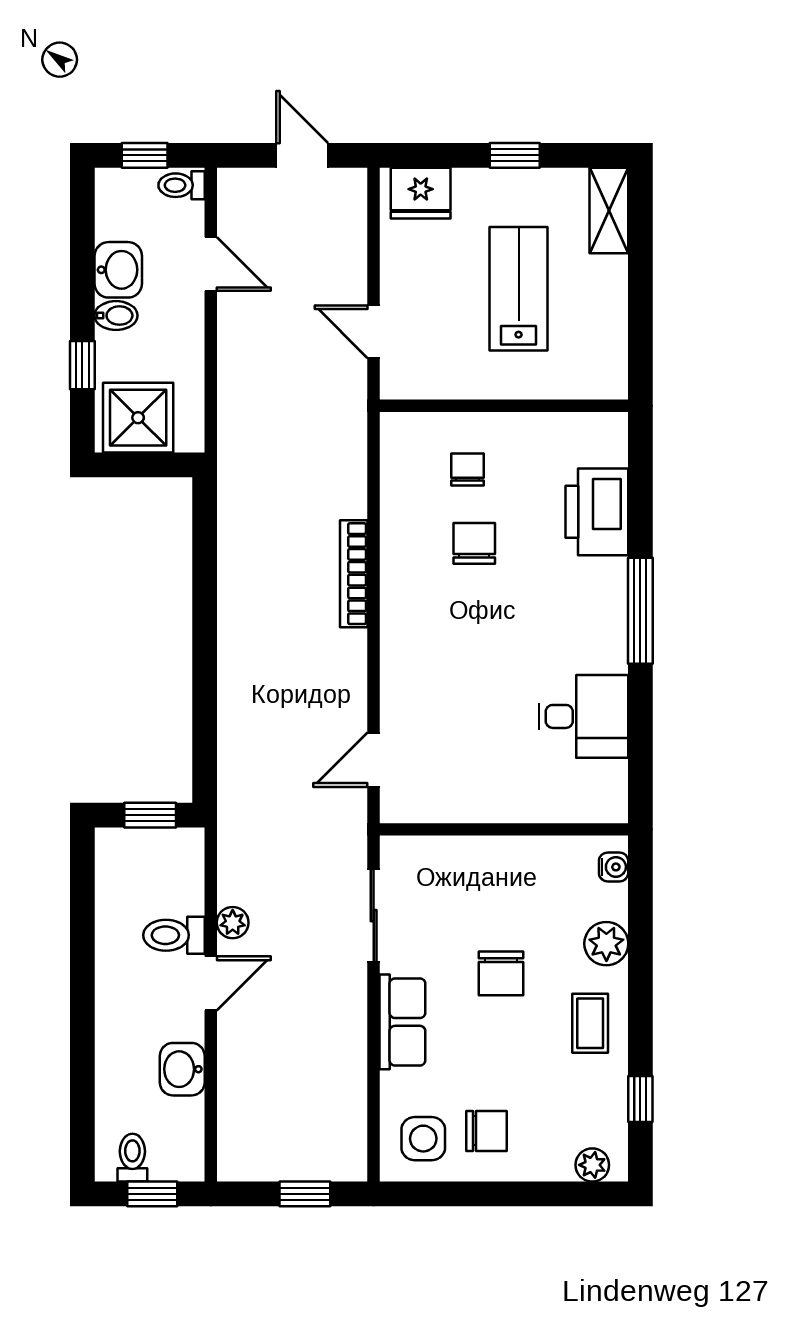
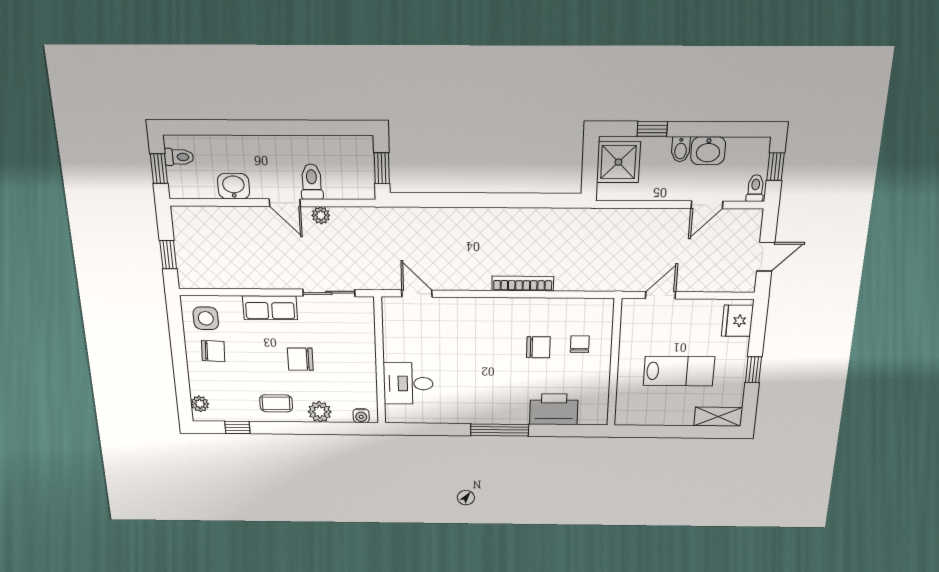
chair: (468, 469) -> (580, 344), turned -90
desk: (583, 716) -> (408, 384), moved, turned 90
chair: (487, 1131) -> (213, 351), turned -87

